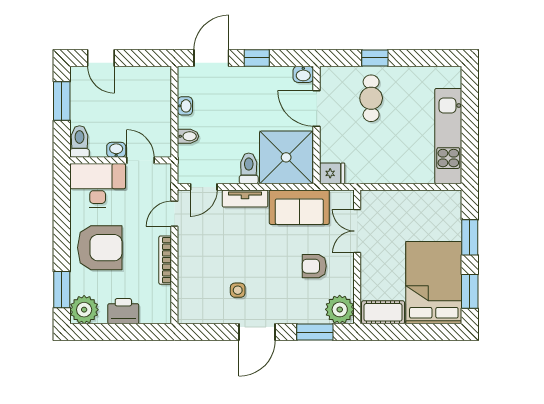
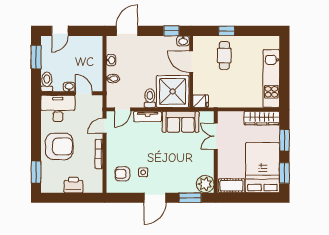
door: (101, 58) -> (60, 31), hinge flipped
window: (257, 58) -> (171, 31), moved
wardrobe: (433, 201) -> (262, 118), added
armchair: (314, 266) -> (122, 174), moved
plant: (84, 310) -> (50, 184), removed

